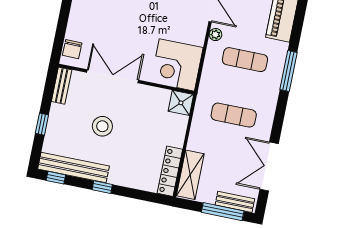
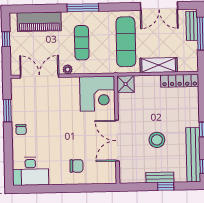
chair: (72, 49) -> (76, 166), moved
bench: (62, 86) -> (160, 177), moved
exercise mat: (234, 115) -> (126, 42), width x1.36, depth x1.45
shelving: (190, 175) -> (159, 65), moved

